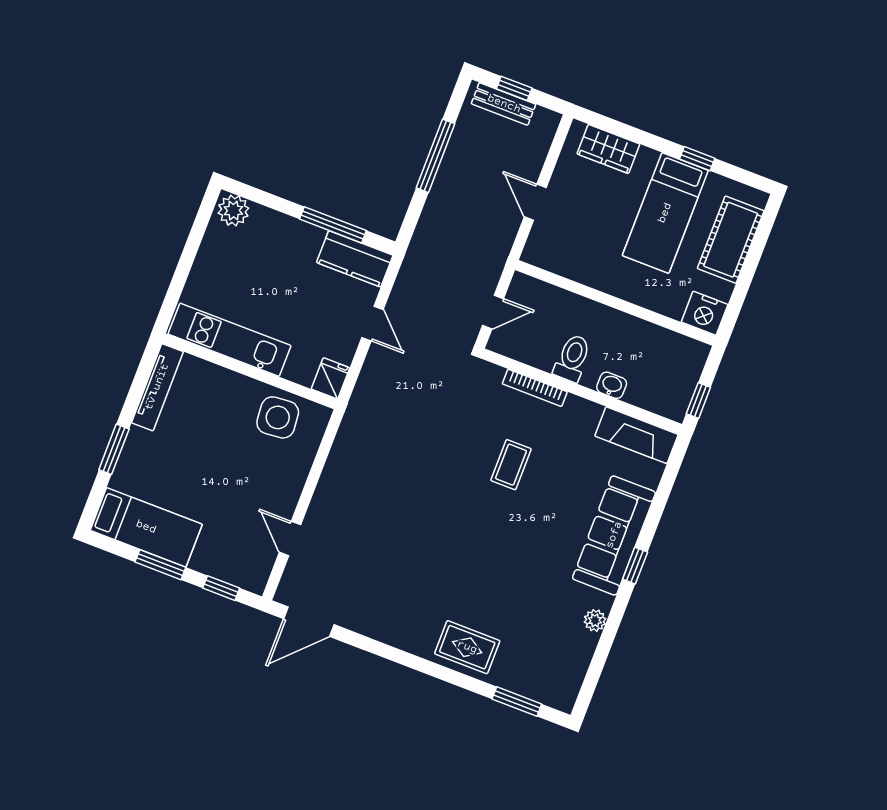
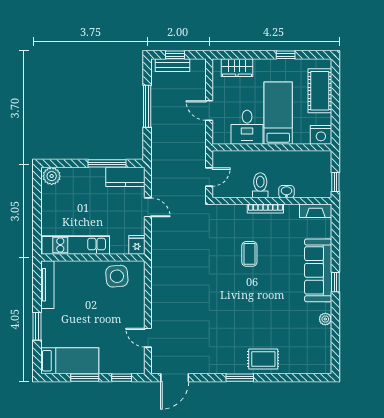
bed: (665, 213) -> (278, 113), moved, turned 180
desk: (587, 254) -> (247, 127), added
bookcase: (535, 388) -> (265, 209), moved
fireplace: (636, 435) -> (316, 211), width x0.73, depth x0.76
window: (517, 702) -> (240, 378), moved

